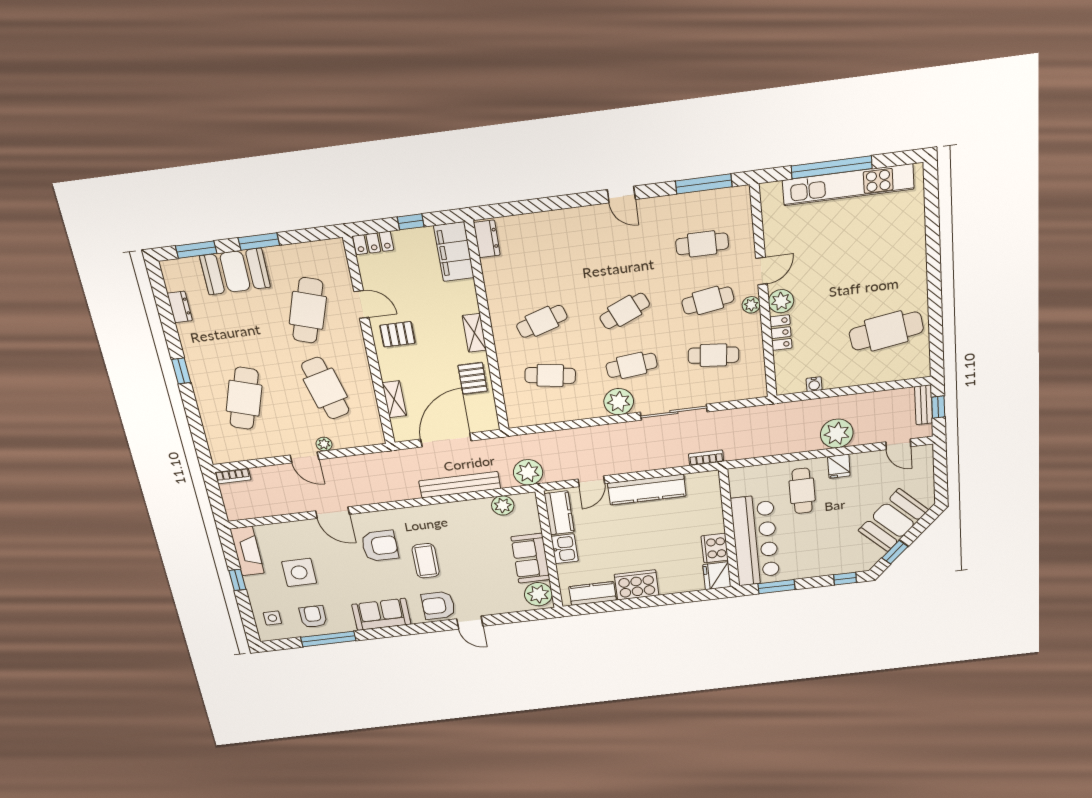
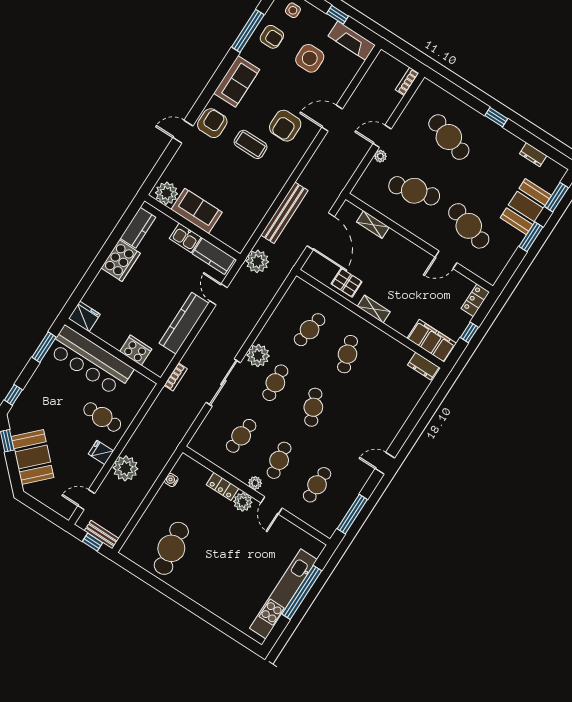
pallet: (397, 334) -> (411, 264), removed
plant: (503, 505) -> (248, 226), removed
cooker: (715, 548) -> (136, 350), moved

